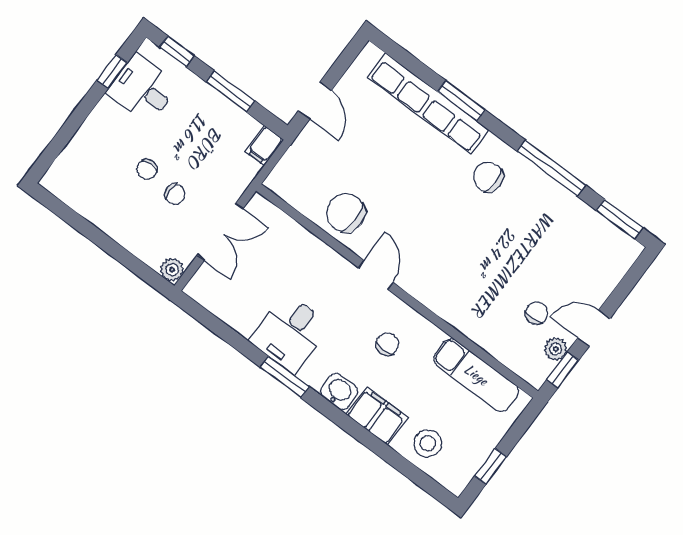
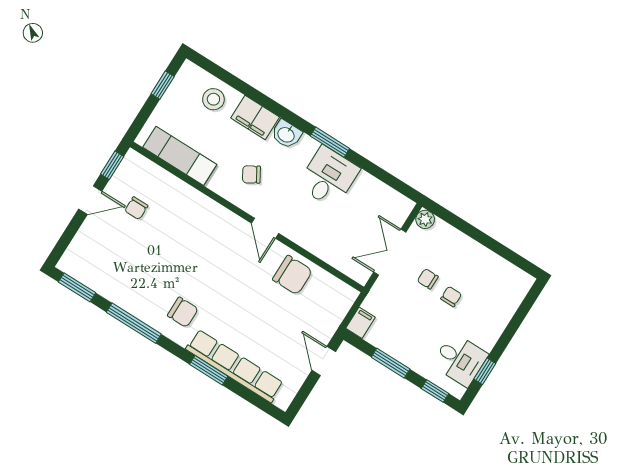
chair: (387, 344) -> (251, 174), turned 59
plant: (556, 349) -> (119, 181), removed

